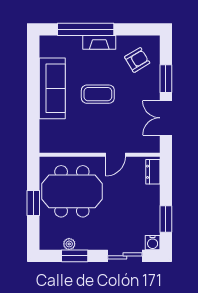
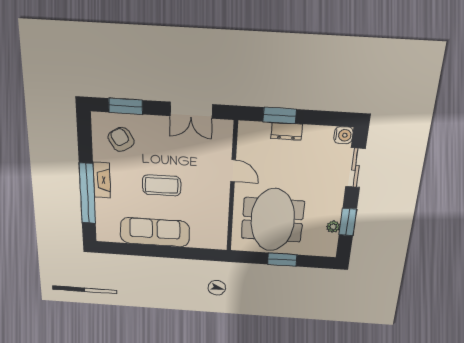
window: (166, 79) -> (126, 106), moved
coffee table: (98, 94) -> (162, 185), turned 90
dresser: (153, 172) -> (287, 131), moved
window: (166, 219) -> (280, 115), moved

